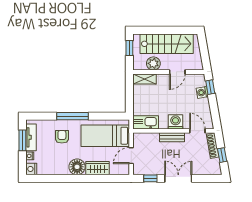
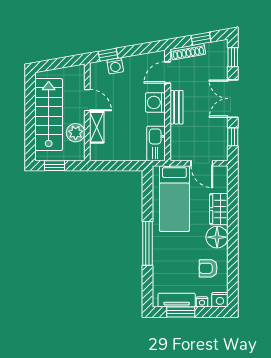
shelving: (144, 79) -> (97, 127), moved
armchair: (62, 137) -> (208, 268), moved
window: (208, 178) -> (233, 57), added

